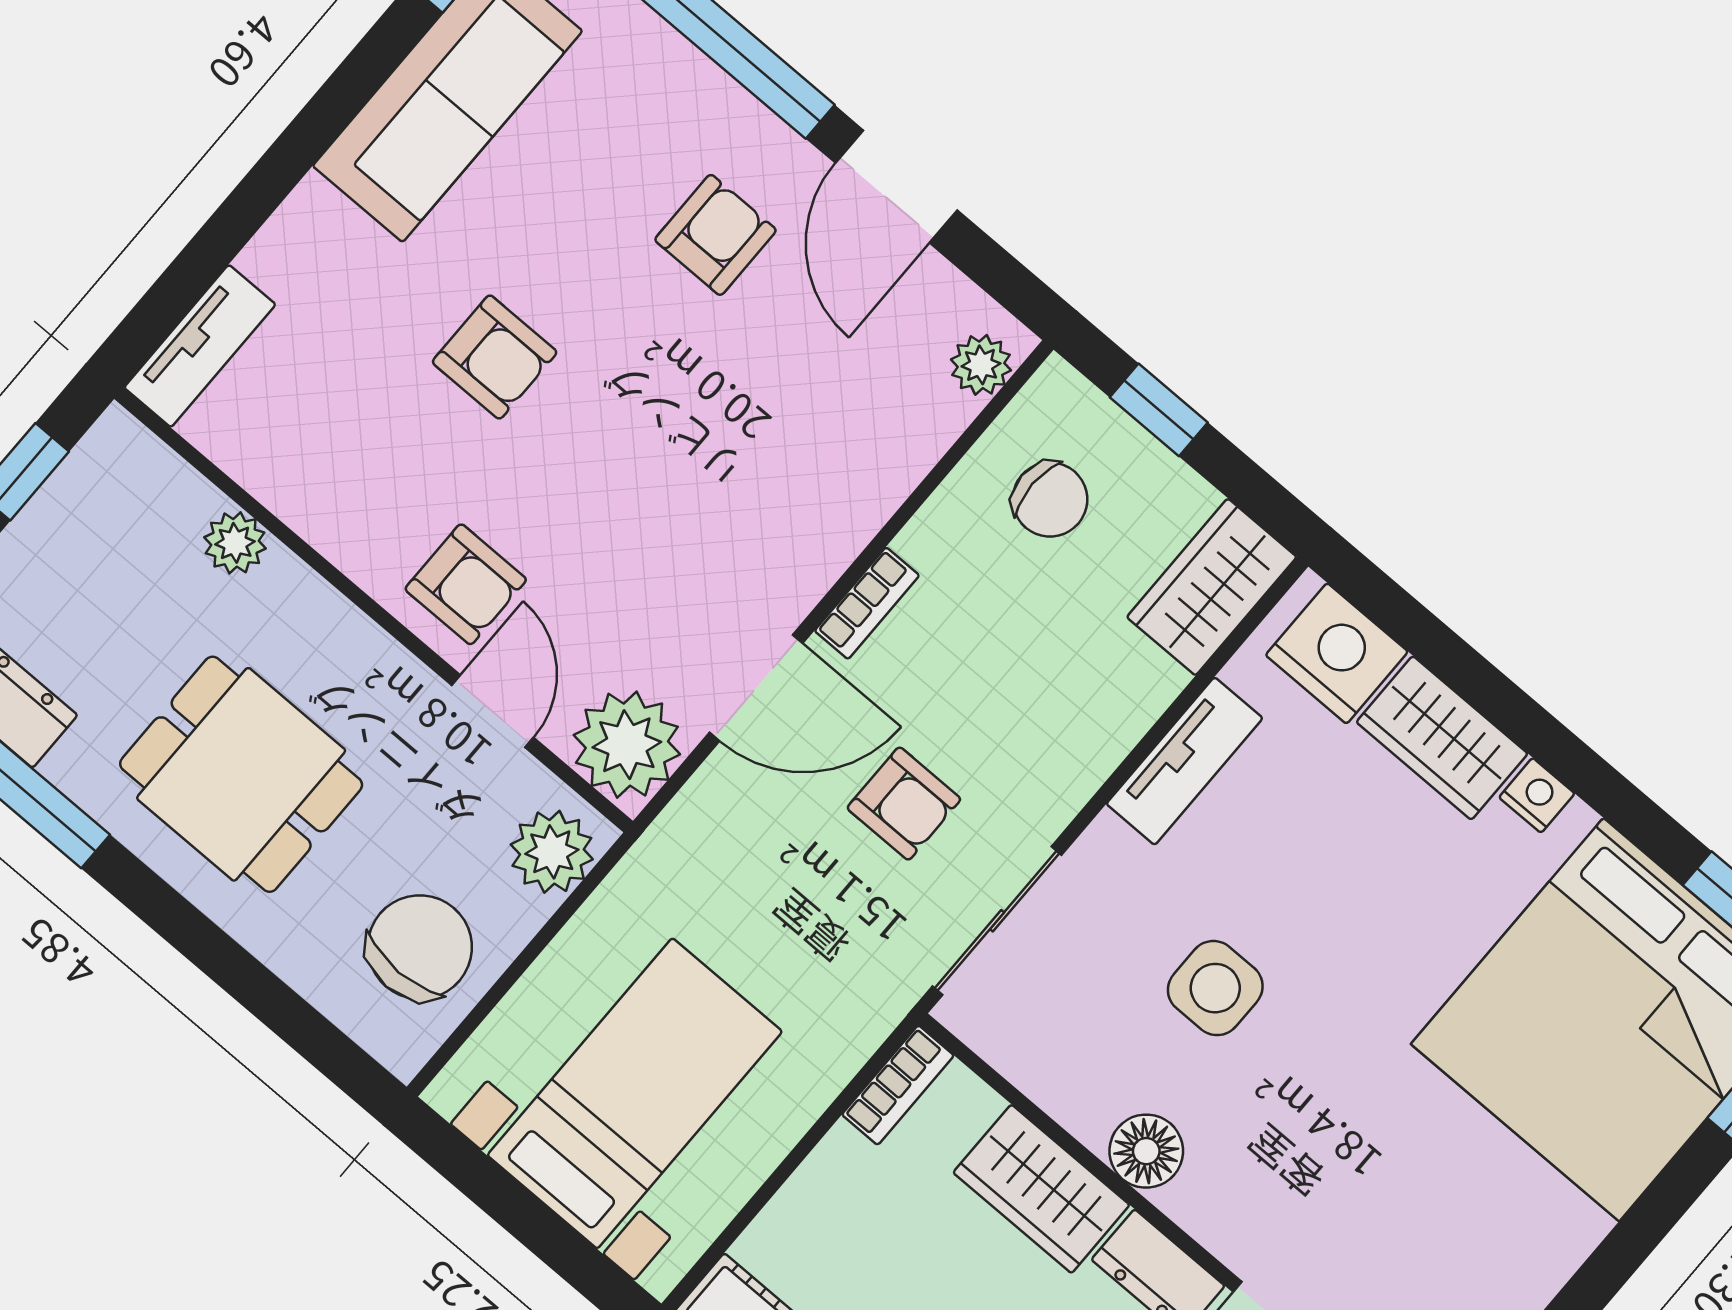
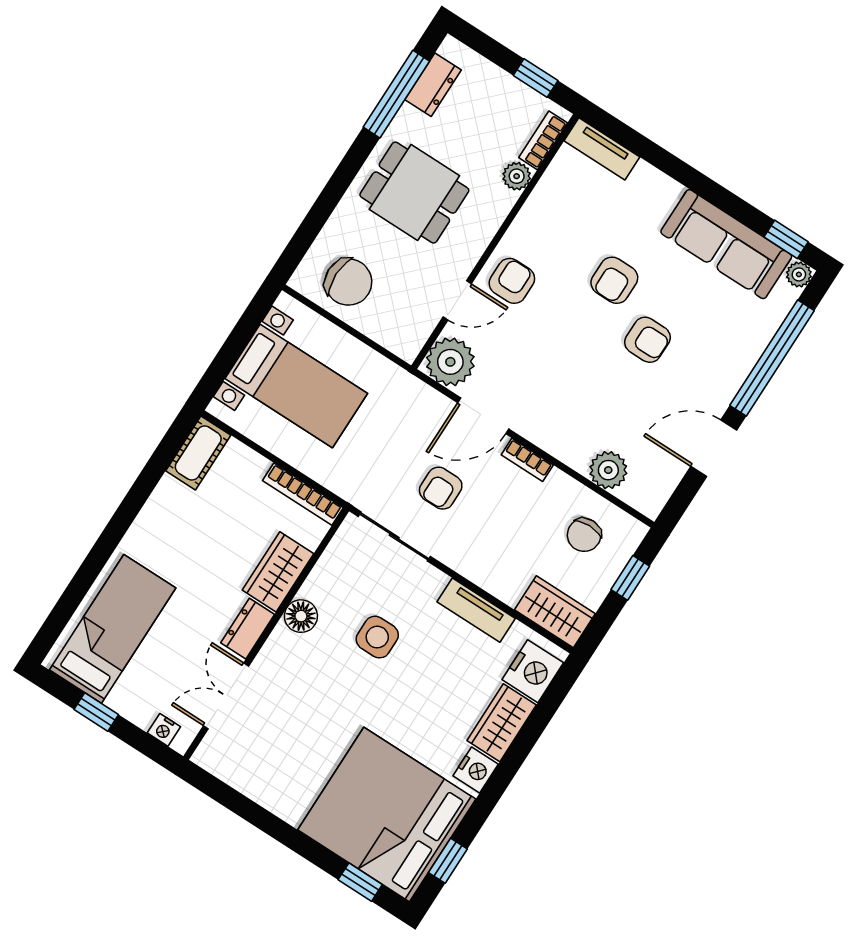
armchair: (715, 235) -> (647, 340), moved
plant: (981, 365) -> (608, 470), moved, width x1.38, depth x1.38
bookcase: (163, 474) -> (543, 140), added
armchair: (466, 584) -> (512, 281), turned 180
door: (756, 688) -> (483, 416), hinge flipped
dining table: (241, 774) -> (414, 193), turned 90
nightstand: (1537, 795) -> (476, 770), width x1.39, depth x1.35
plant: (552, 852) -> (398, 335), removed
bookcase: (898, 1085) -> (303, 494), width x1.56

